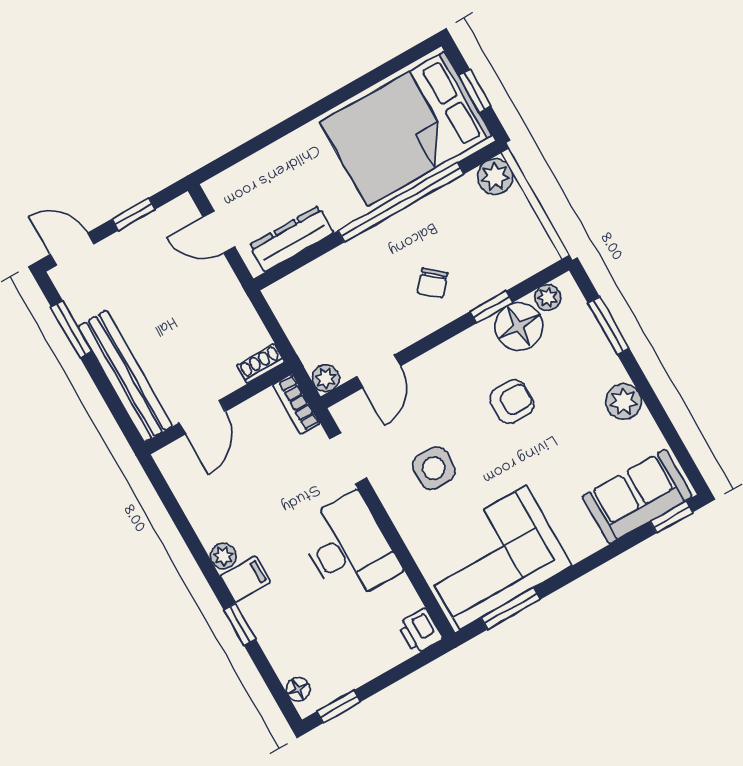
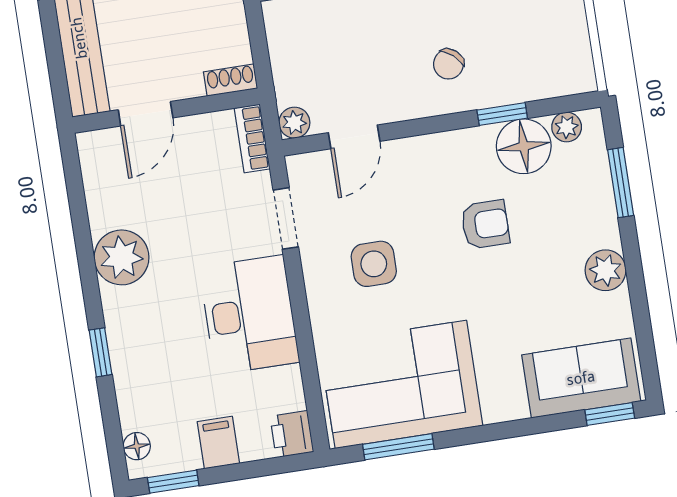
plant: (223, 556) -> (122, 257), width x1.87, depth x1.87
filing cabinet: (245, 579) -> (218, 443), moved, turned -90

